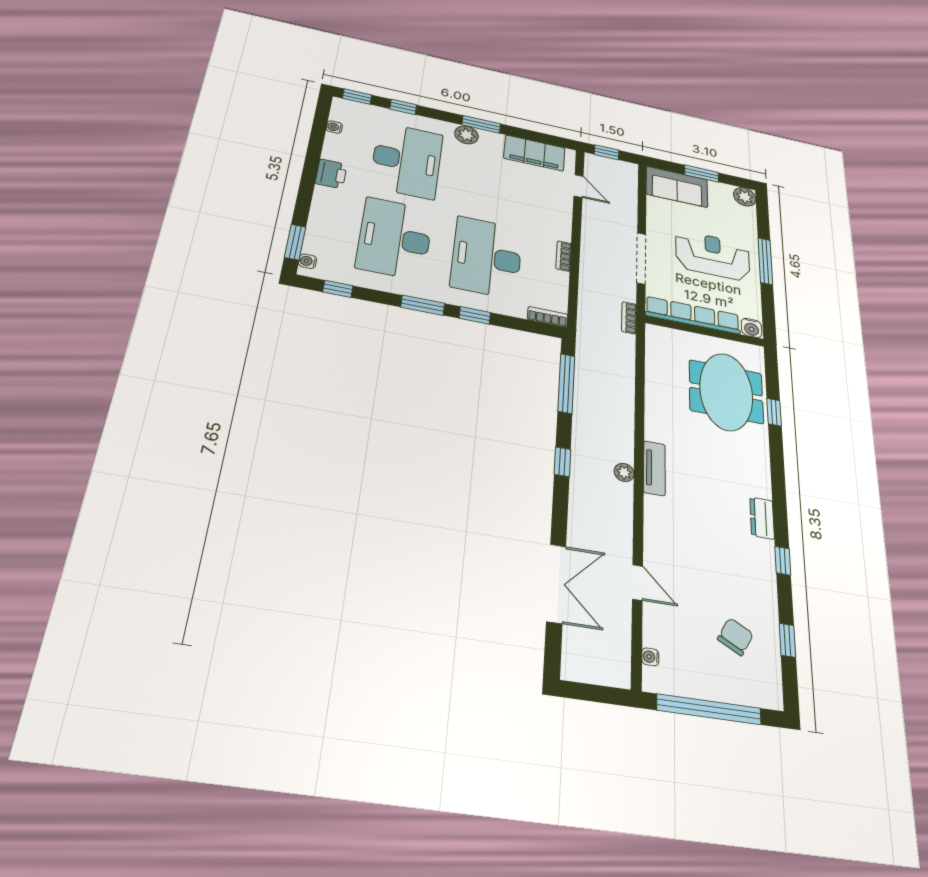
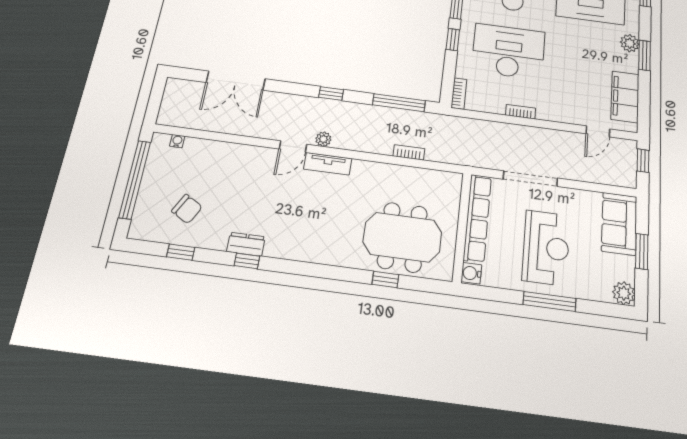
bookcase: (629, 318) -> (409, 152), moved
dresser: (762, 518) -> (246, 244), moved
door: (637, 583) -> (293, 147), moved

